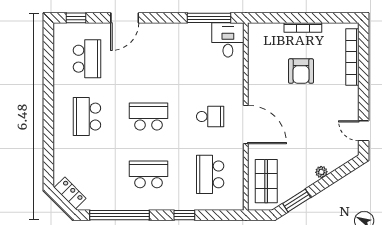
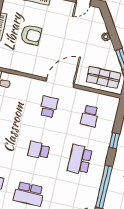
school desk: (149, 117) -> (39, 150), width x0.54
school desk: (210, 174) -> (90, 116), width x0.54

